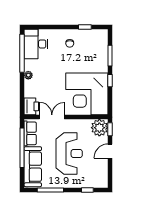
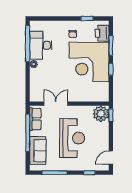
desk: (36, 44) -> (41, 45), moved
corner desk: (87, 94) -> (89, 62), moved
printer: (31, 106) -> (102, 33), moved, turned 180
door: (110, 151) -> (111, 158), moved
sofa: (33, 167) -> (38, 151), width x0.73

